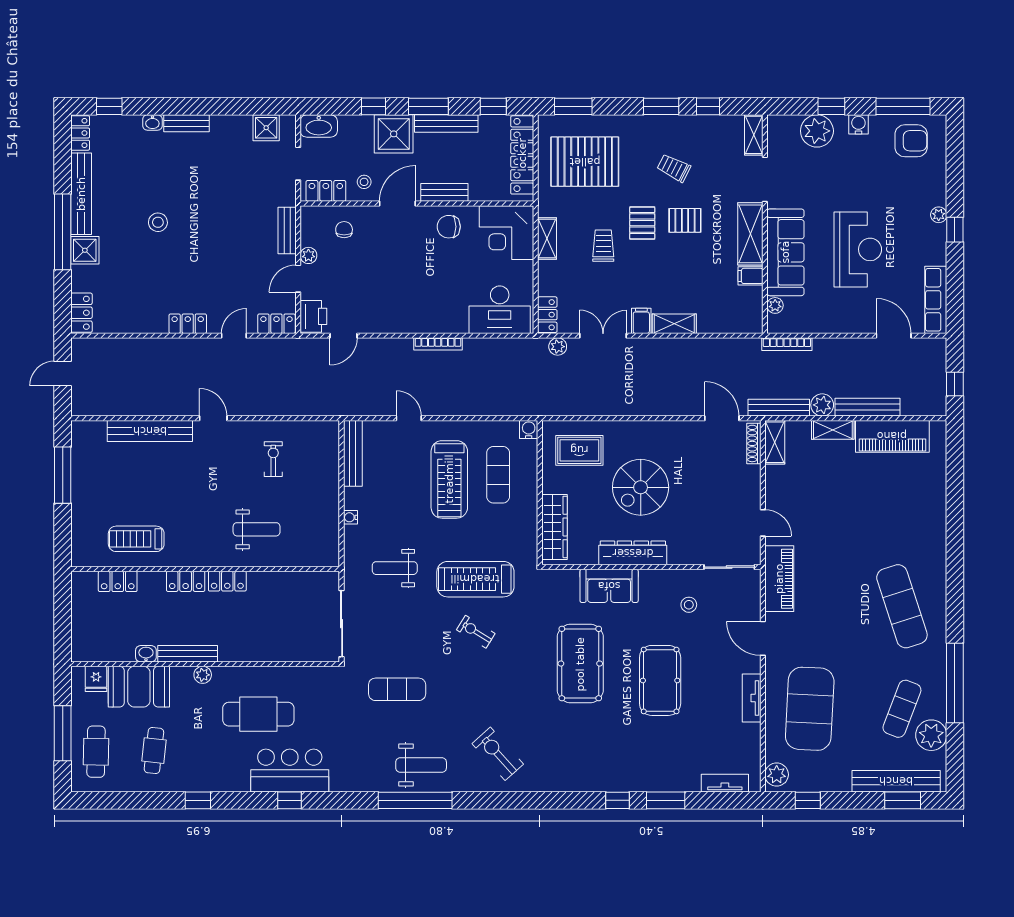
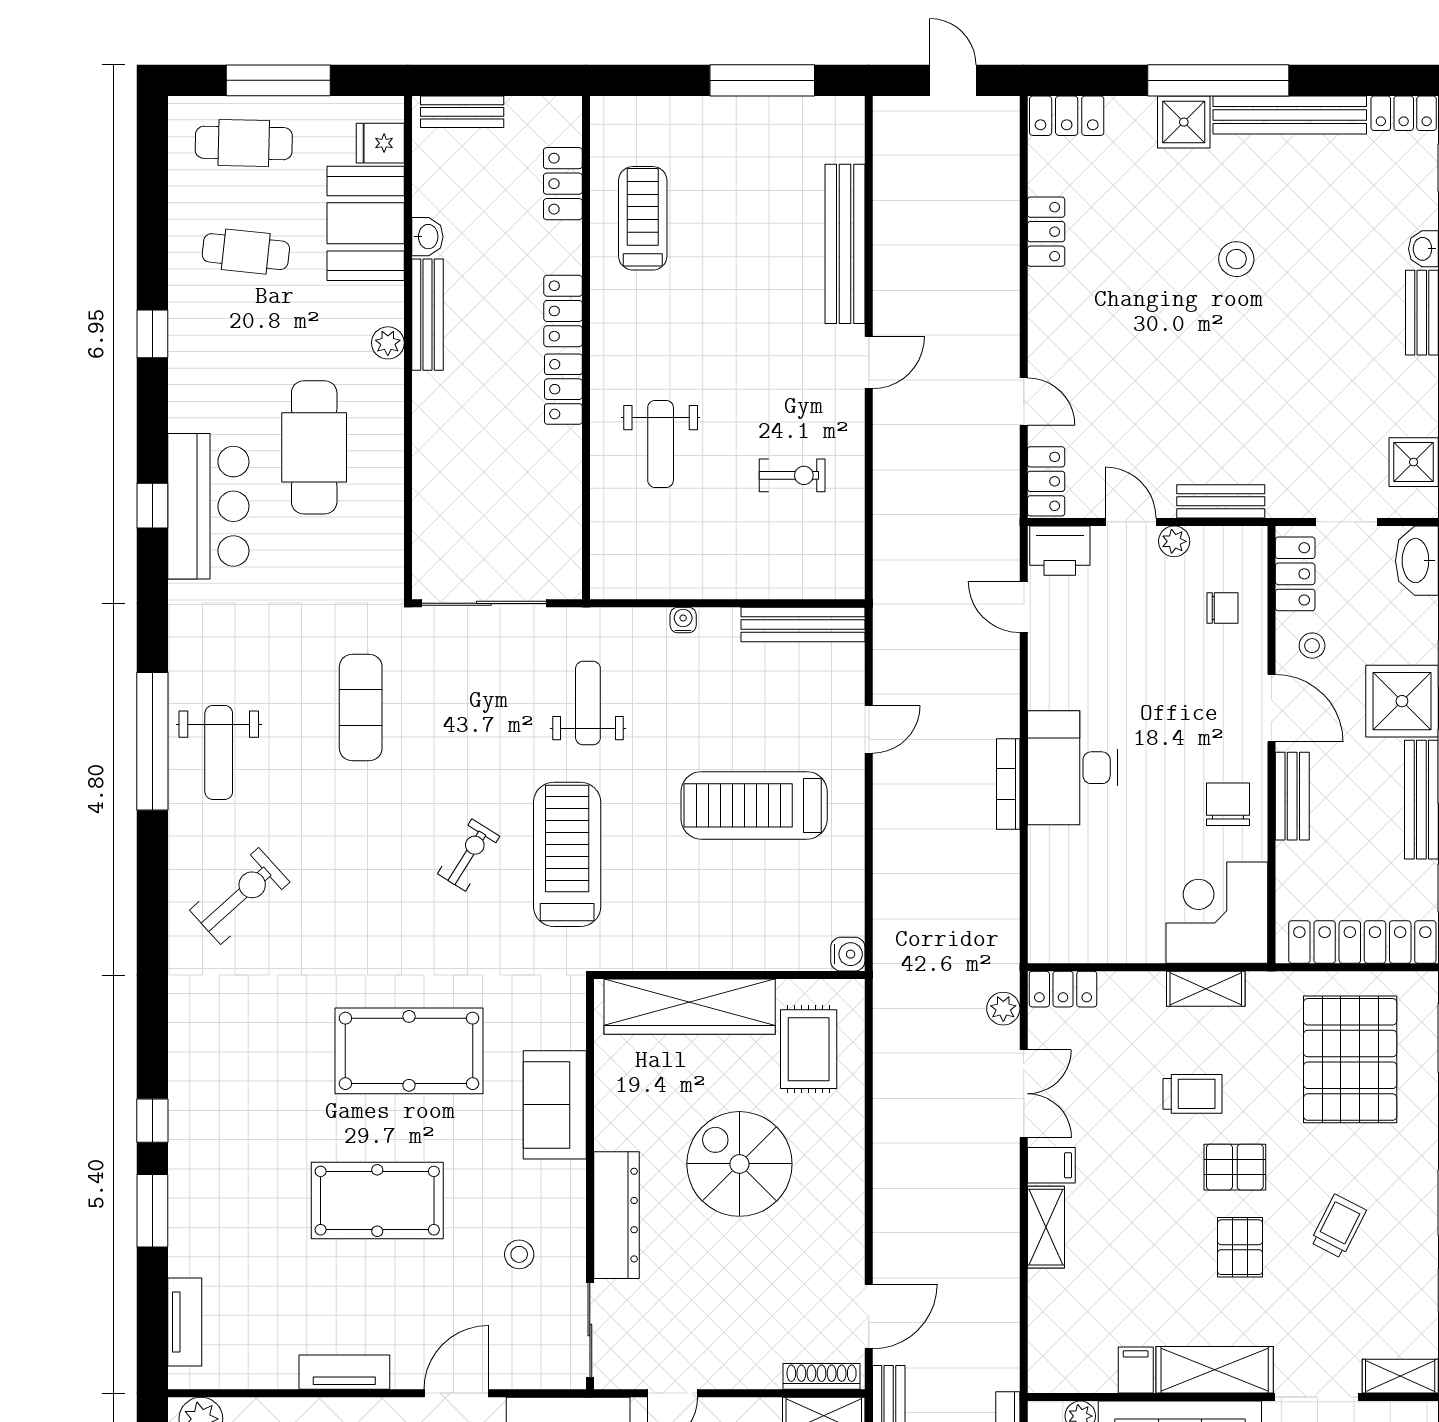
desk: (500, 310) -> (1072, 768), moved
locker: (188, 324) -> (1046, 232), moved
exercise mat: (498, 475) -> (763, 897), removed
wardrobe: (554, 527) -> (690, 1007), width x1.40, depth x1.17
dresser: (633, 553) -> (616, 1215), moved
bench: (79, 635) -> (462, 112), added

